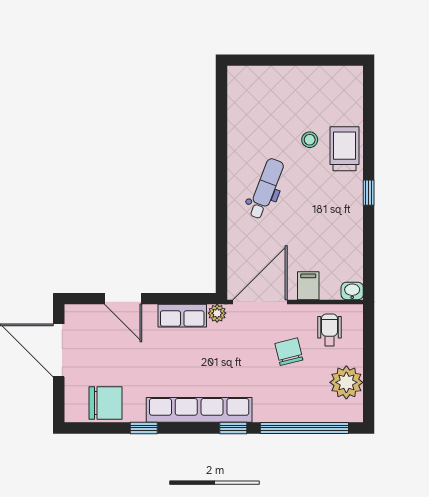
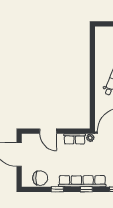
window: (233, 428) -> (86, 189), moved

